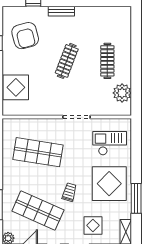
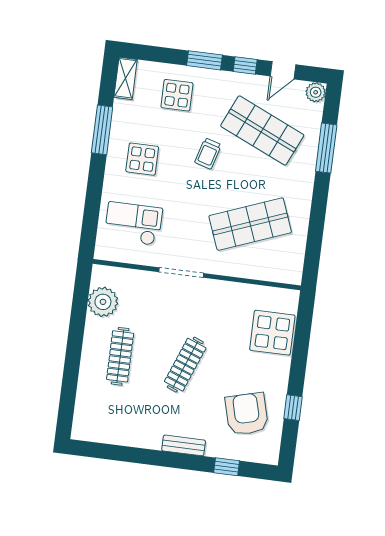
checkout: (110, 143) -> (133, 224), turned 180
shop shelf: (38, 152) -> (250, 224), turned -30
display table: (109, 184) -> (142, 159), width x0.54, depth x0.54

